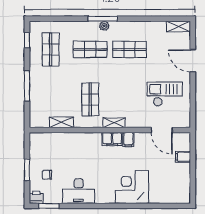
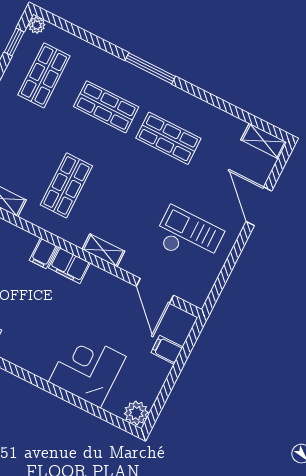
plant: (104, 26) -> (37, 25), moved
shelving: (114, 123) -> (103, 250), moved
filing cabinet: (128, 140) -> (43, 253), moved
corner desk: (132, 187) -> (87, 369), moved
plant: (184, 197) -> (136, 413), added

